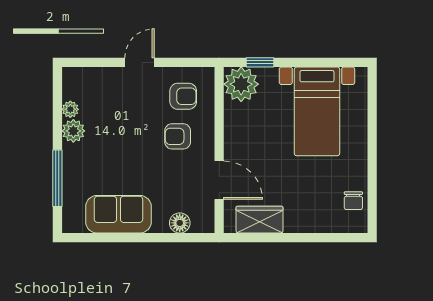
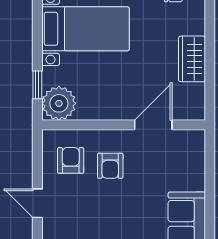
wardrobe: (259, 220) -> (192, 59), moved
floor lamp: (180, 223) -> (195, 164), removed

